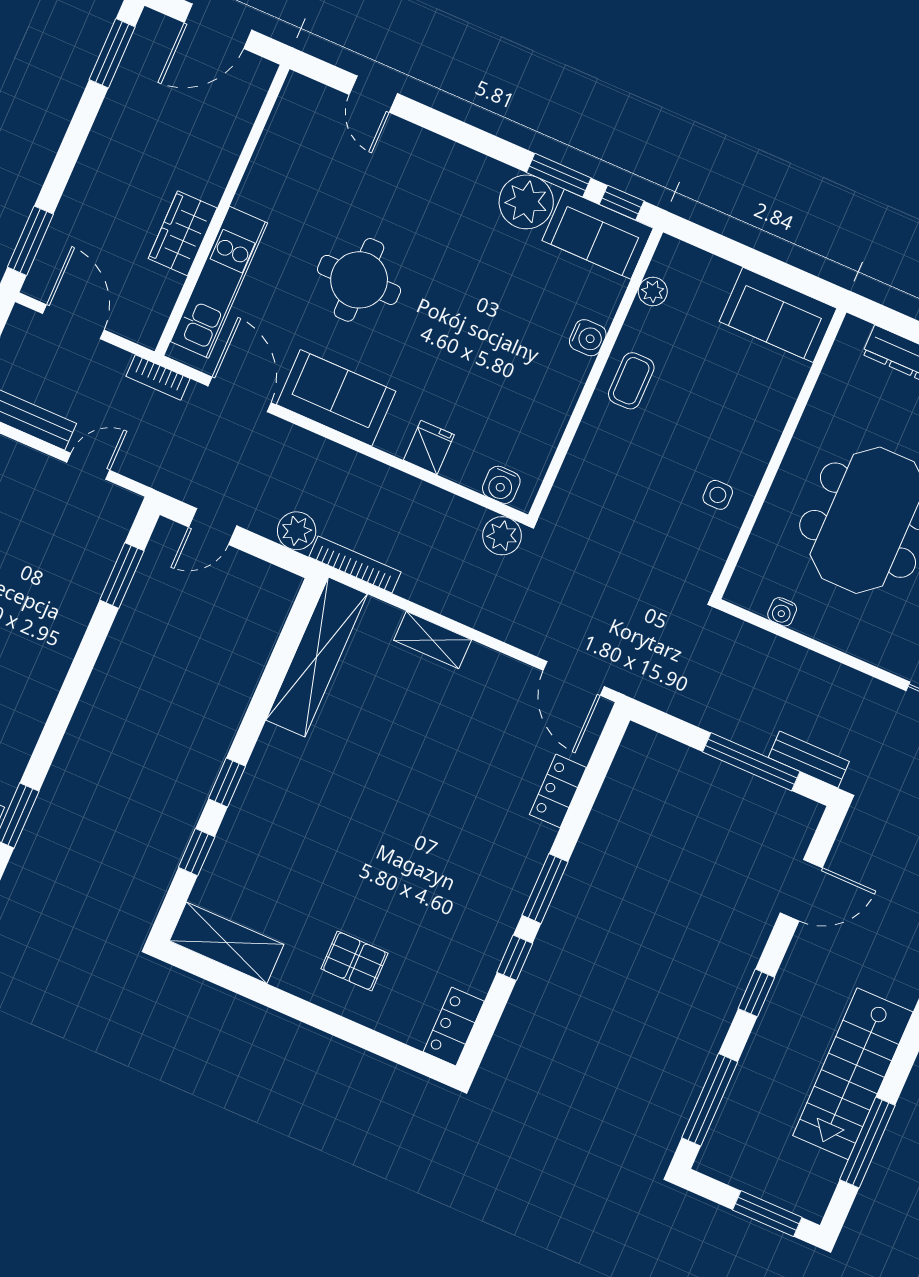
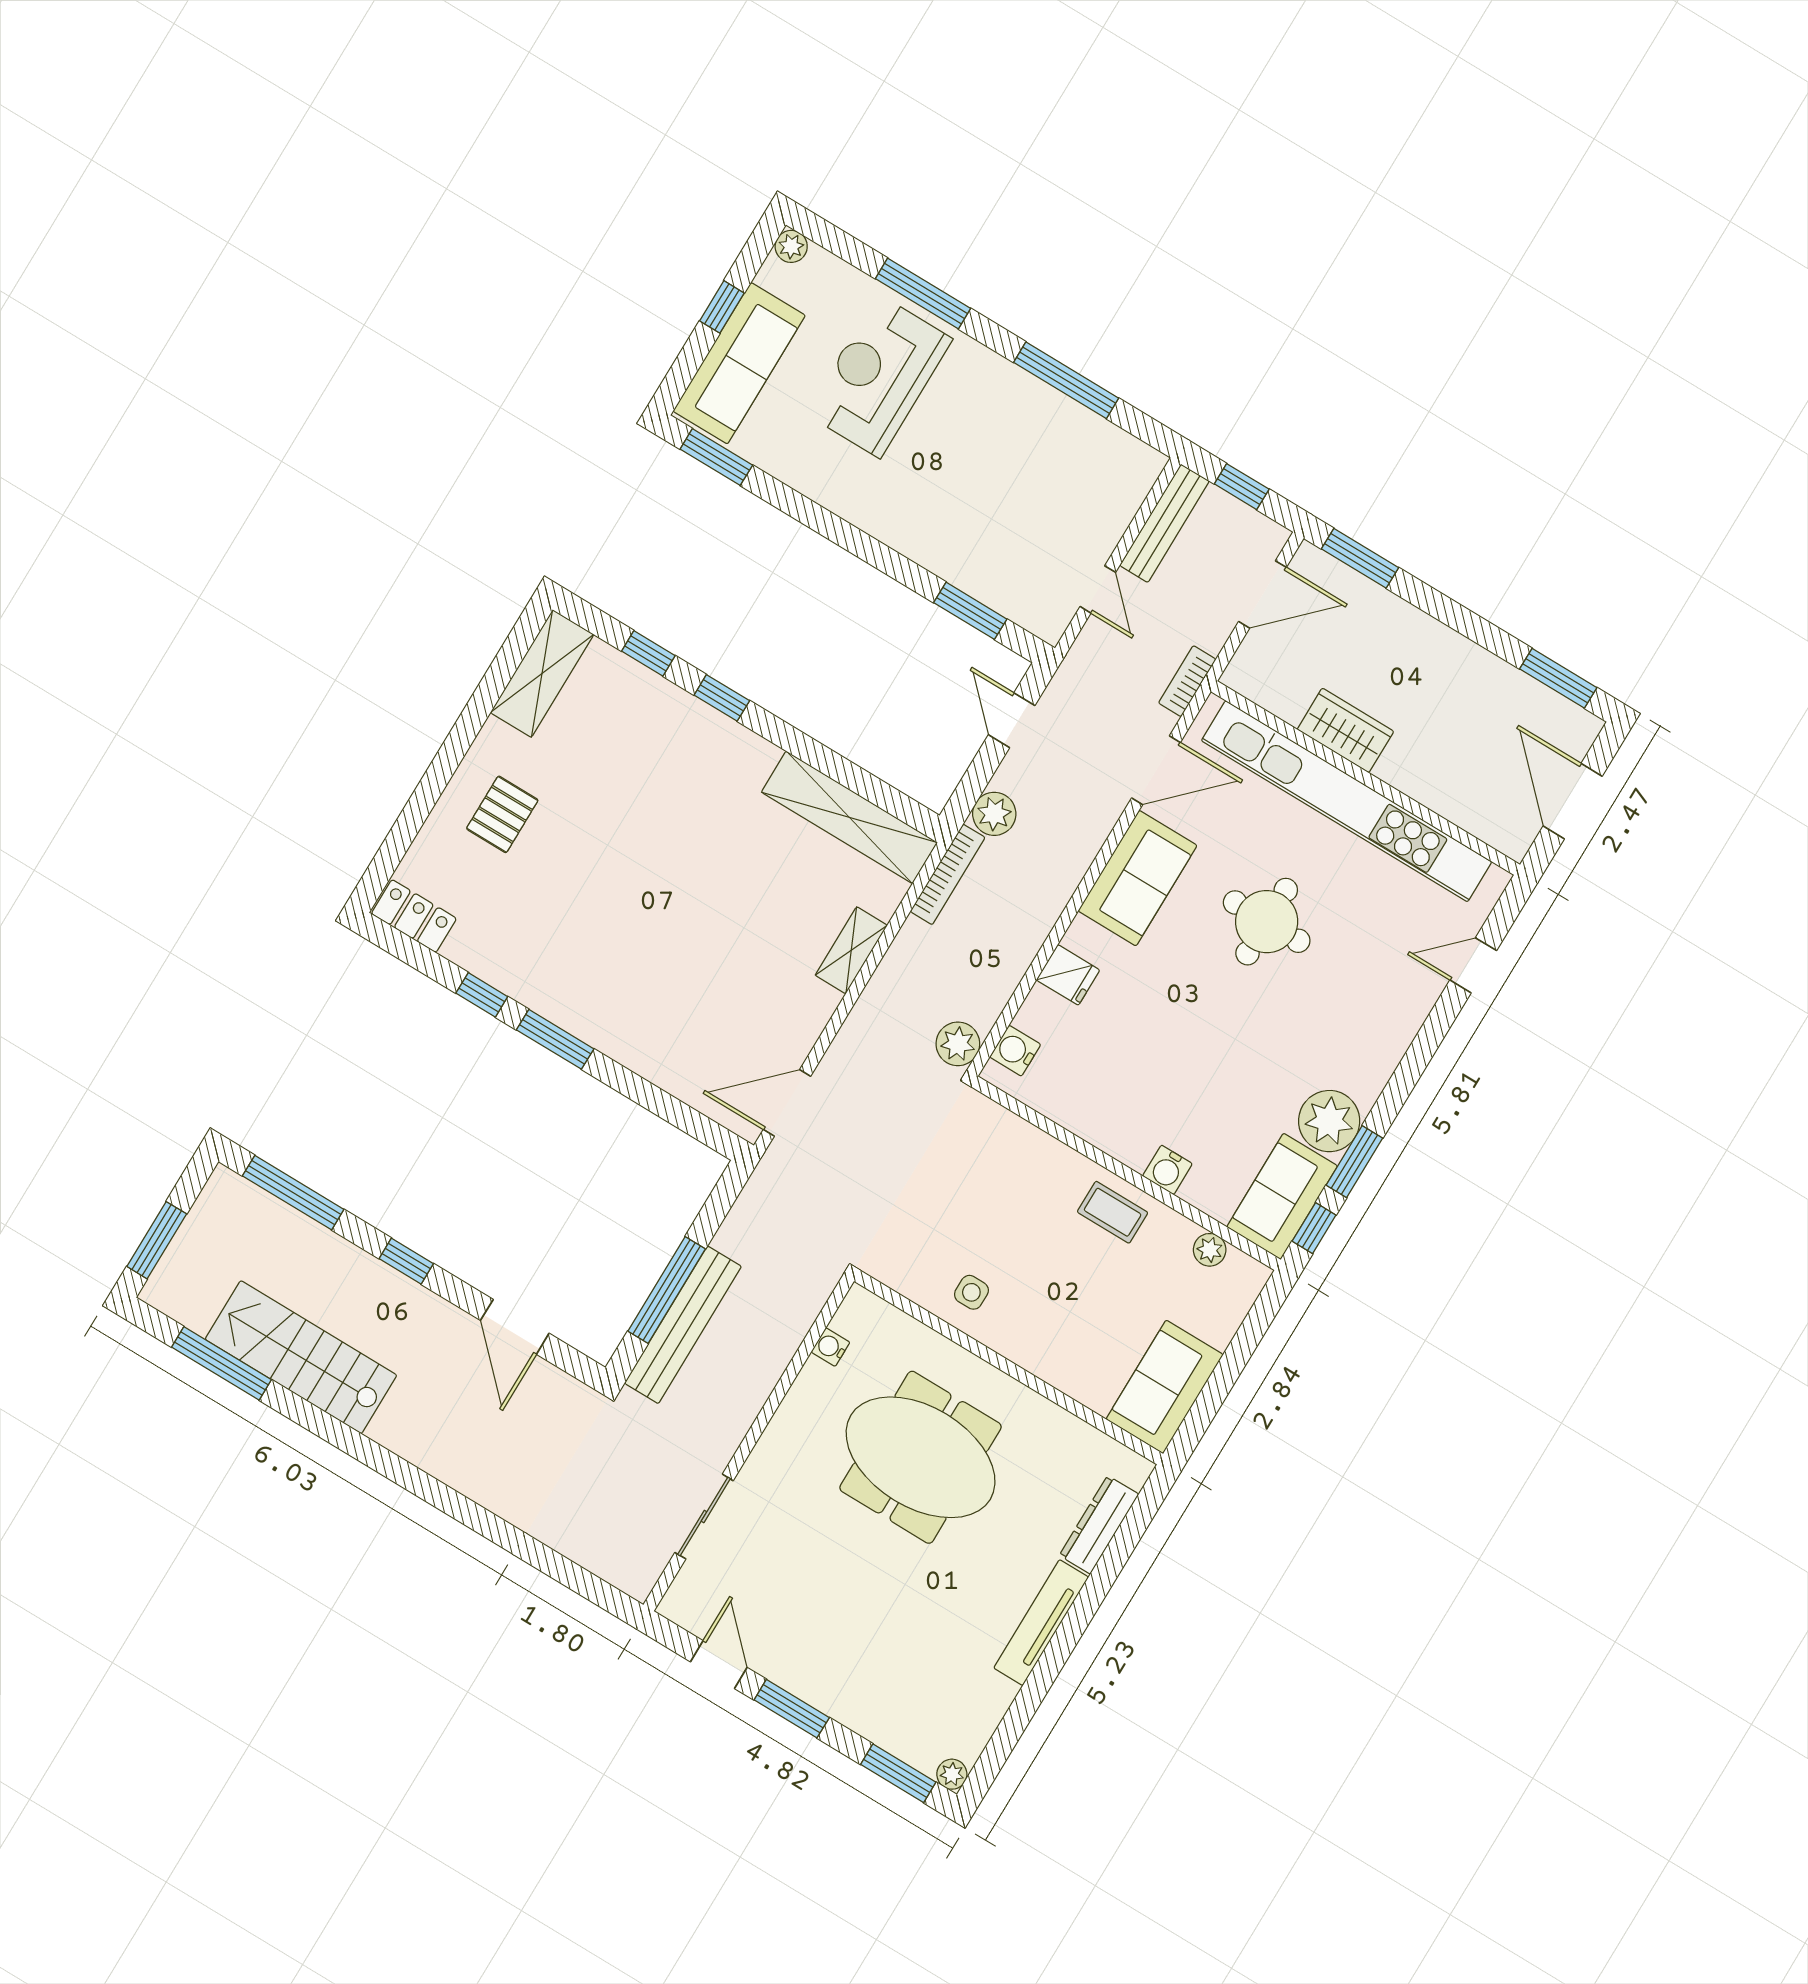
kitchen unit: (219, 282) -> (1347, 801), width x1.86
bench: (809, 759) -> (683, 1325), width x1.86, depth x1.21
locker: (558, 791) -> (663, 1068), removed

